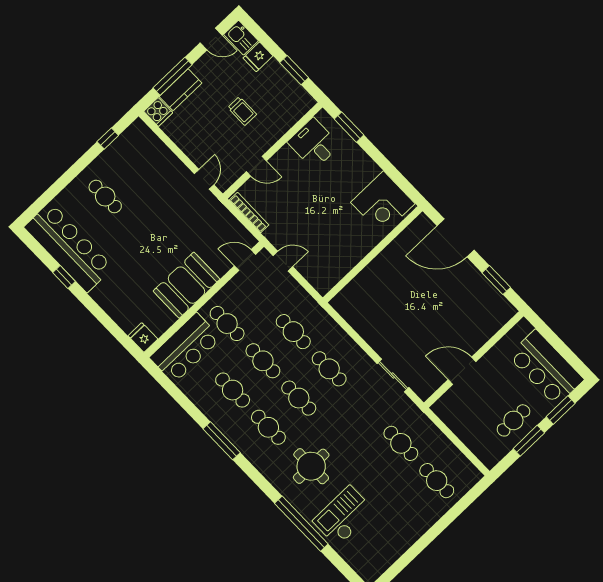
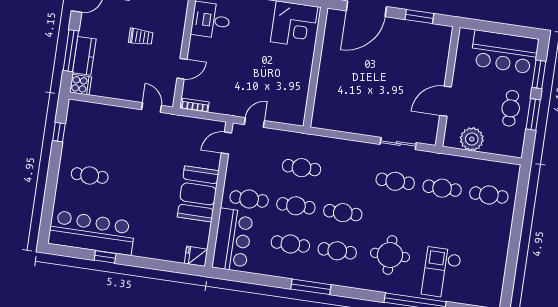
bookcase: (249, 213) -> (195, 105), width x0.64
cafe table: (329, 369) -> (395, 181), moved
plant: (459, 421) -> (472, 139), added

